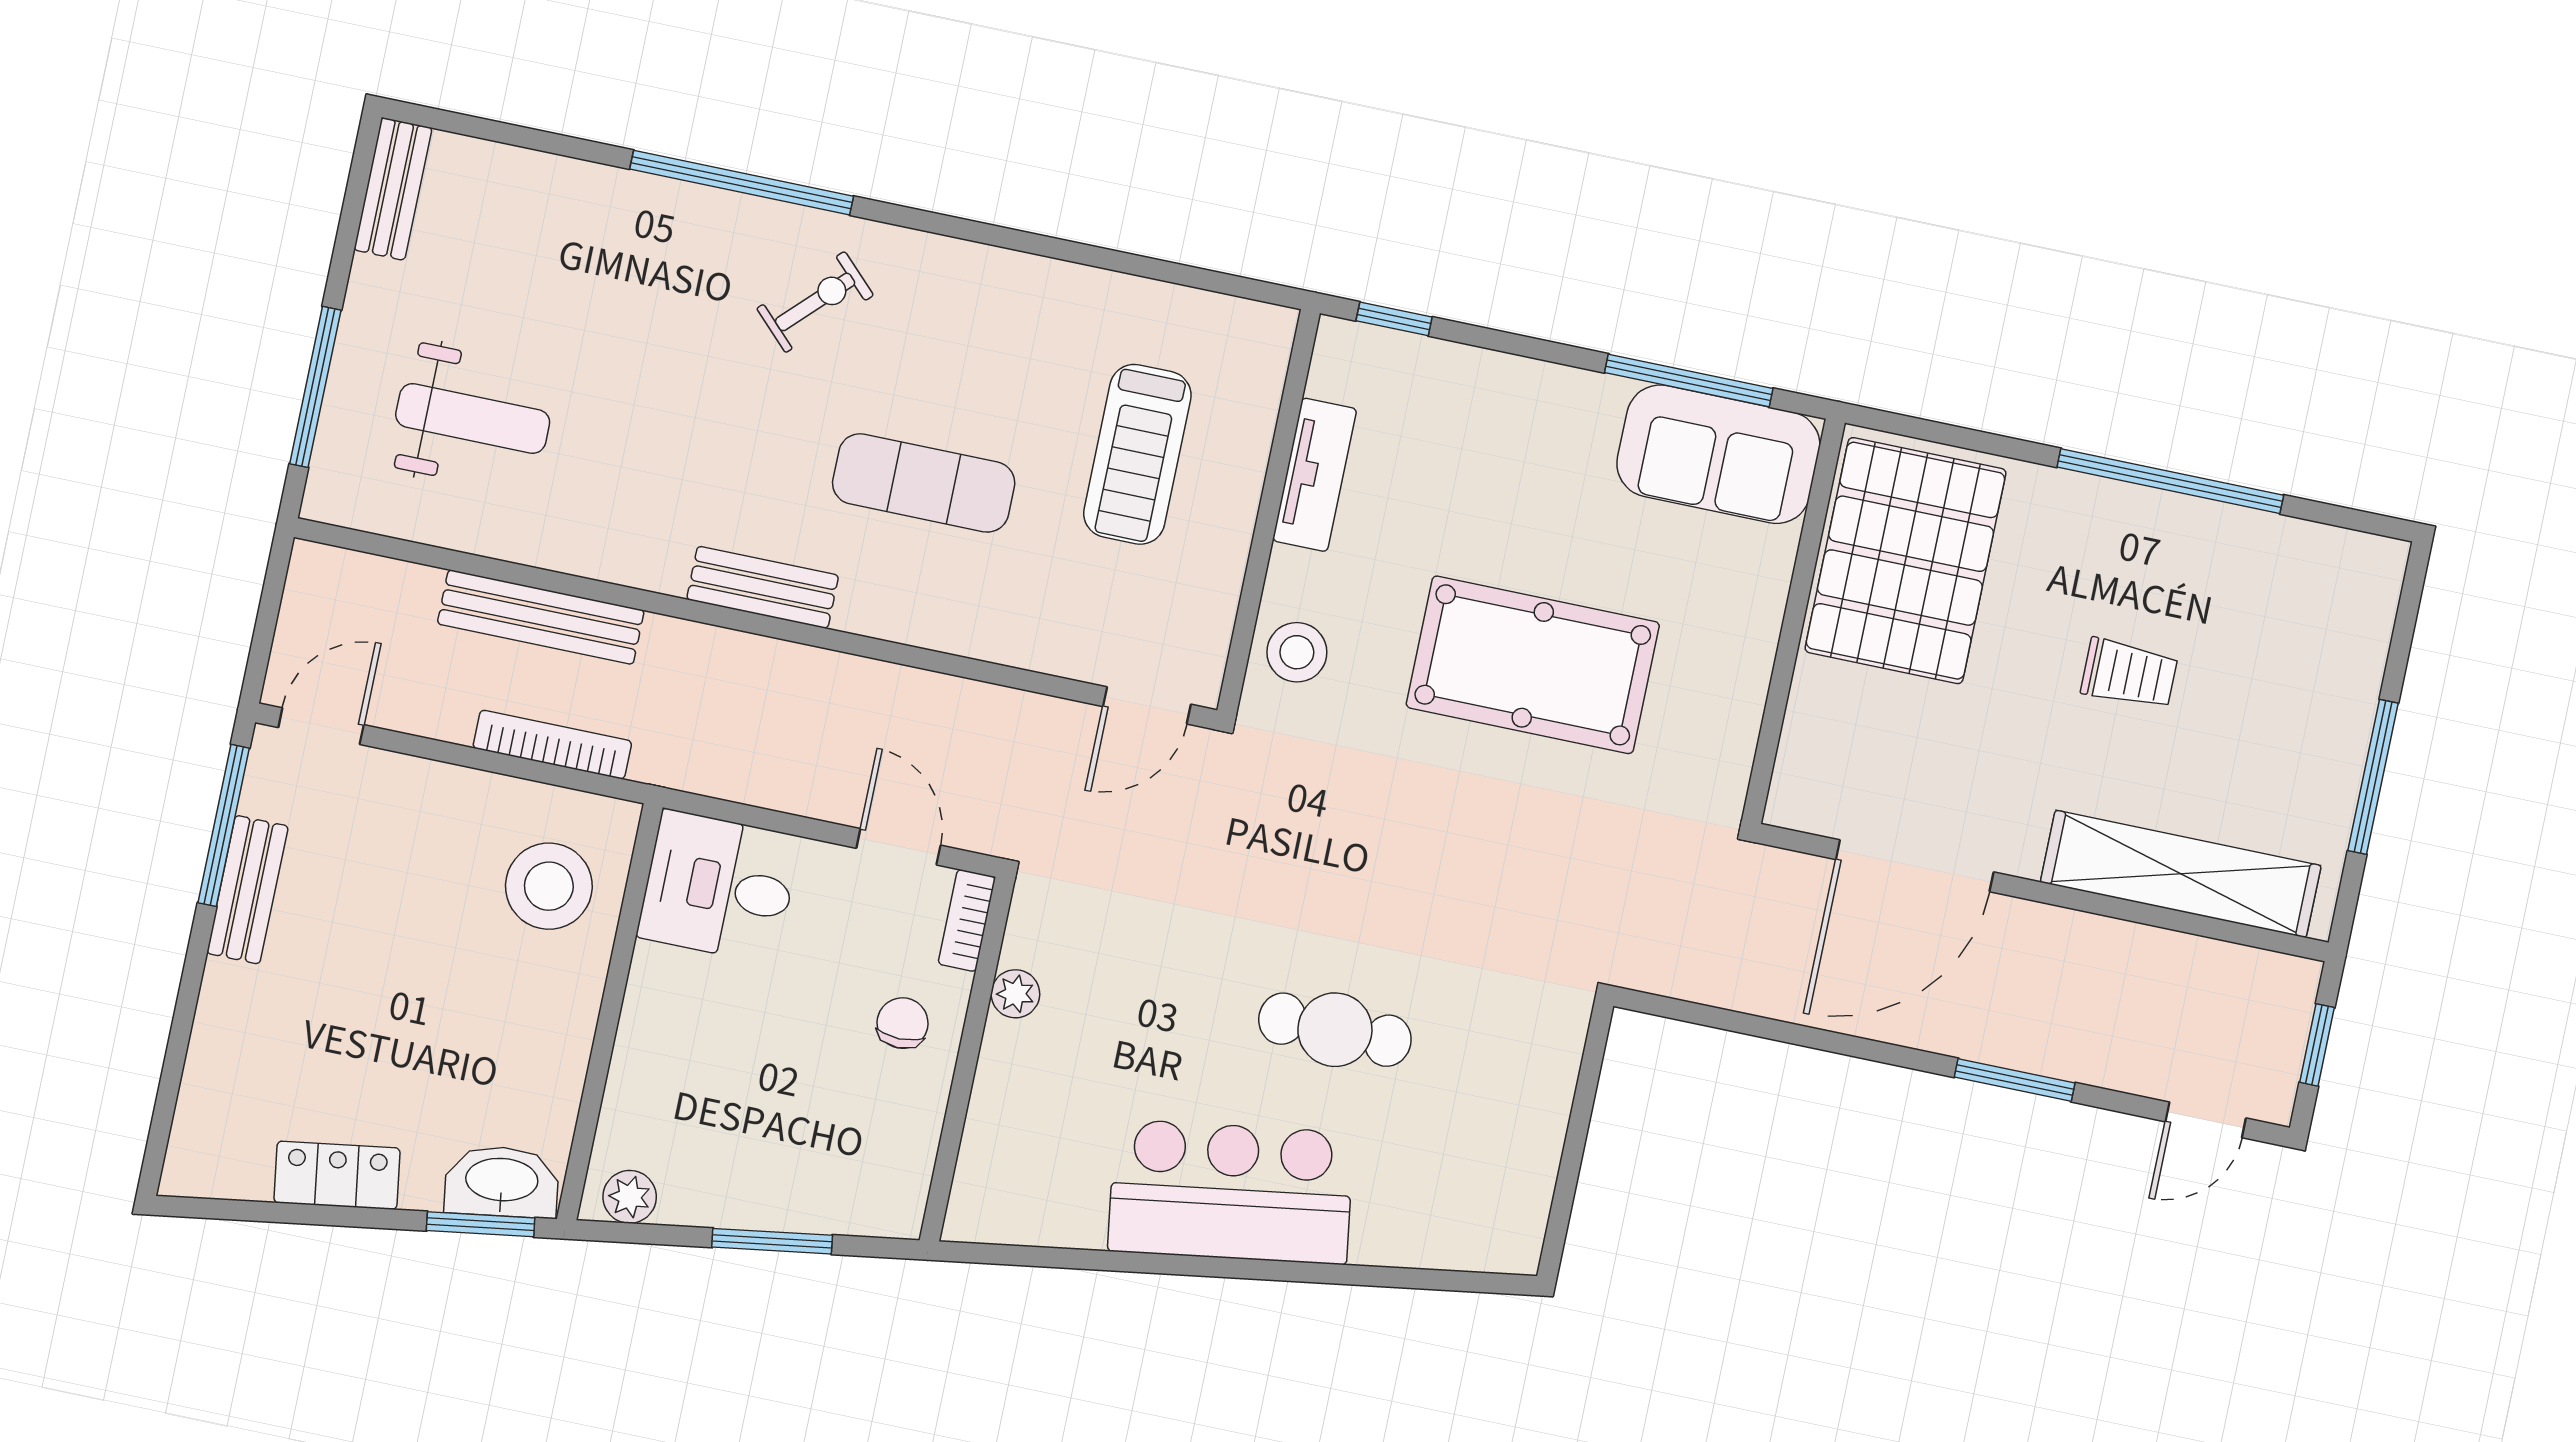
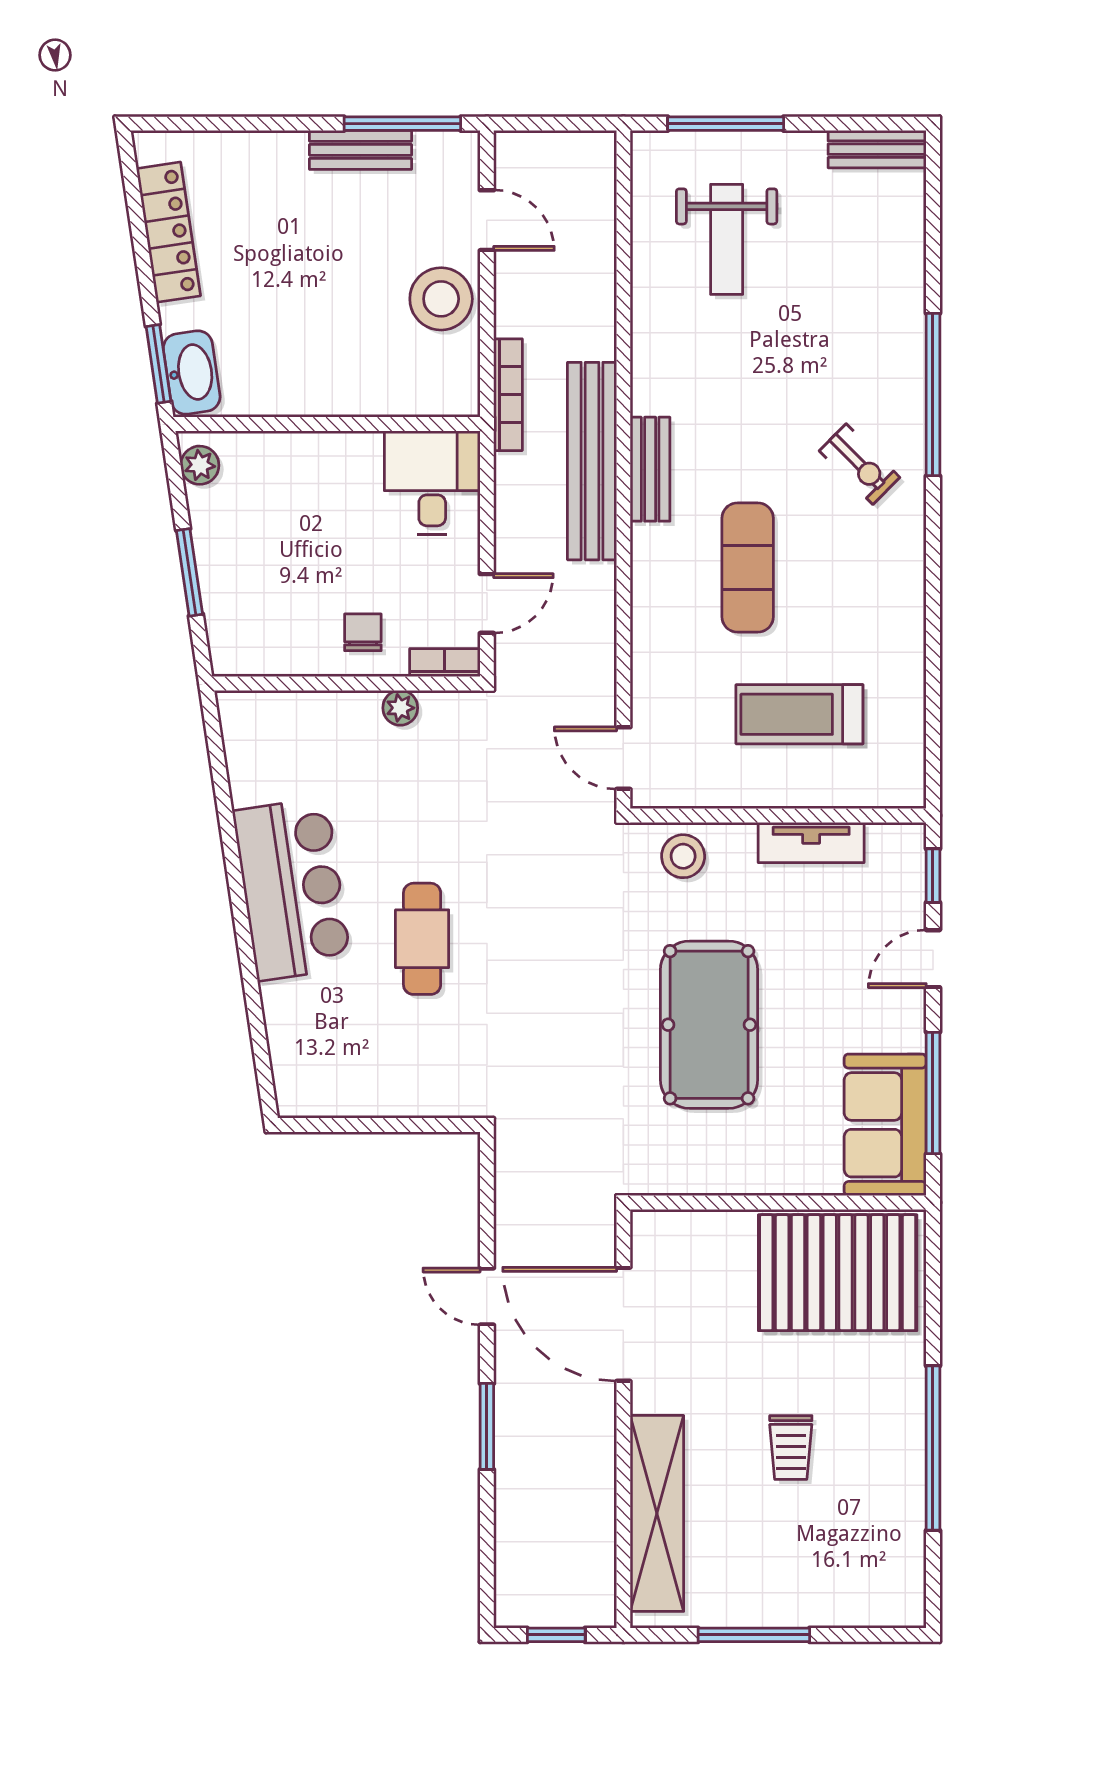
door: (1507, 342) -> (933, 959), added
bench: (541, 617) -> (592, 461), moved, width x1.37, depth x1.21
door: (321, 726) -> (487, 220), moved
bookcase: (552, 745) -> (508, 395), moved
stool: (549, 886) -> (441, 299), moved
chair: (902, 1023) -> (363, 632), turned -90
door: (2206, 1120) -> (487, 1296), moved
locker: (337, 1175) -> (168, 232), width x1.53

